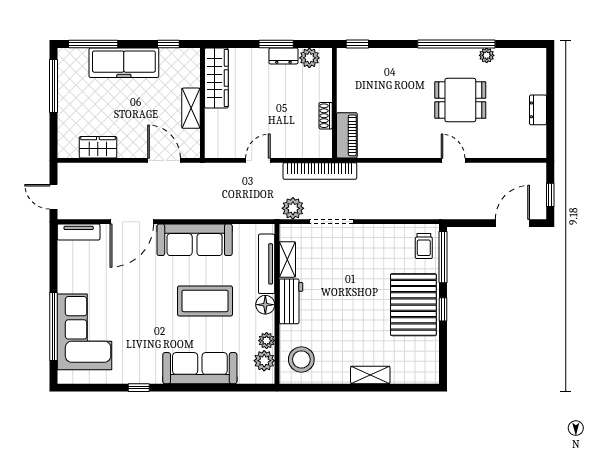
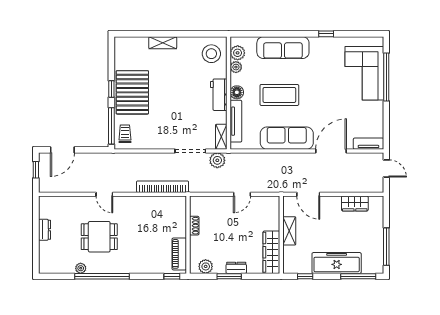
dresser: (283, 56) -> (236, 268), moved
piano: (347, 135) -> (179, 254), moved
bookcase: (320, 171) -> (163, 187), moved
shelving: (287, 259) -> (221, 137), moved

